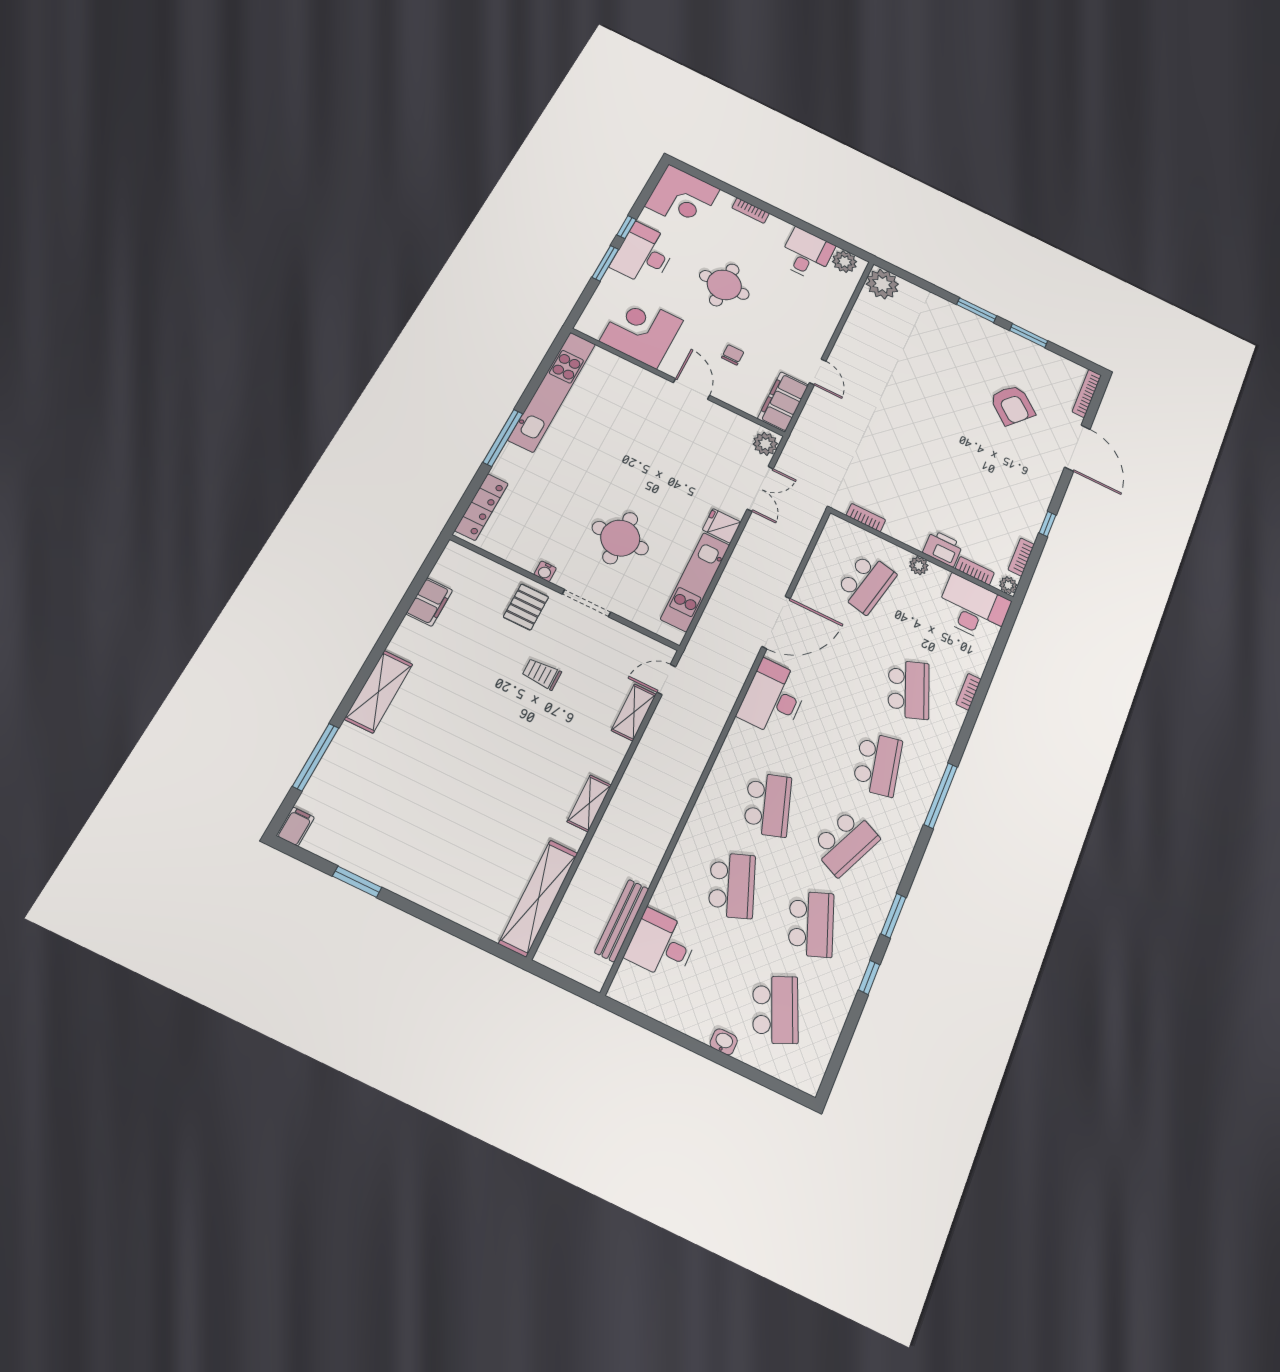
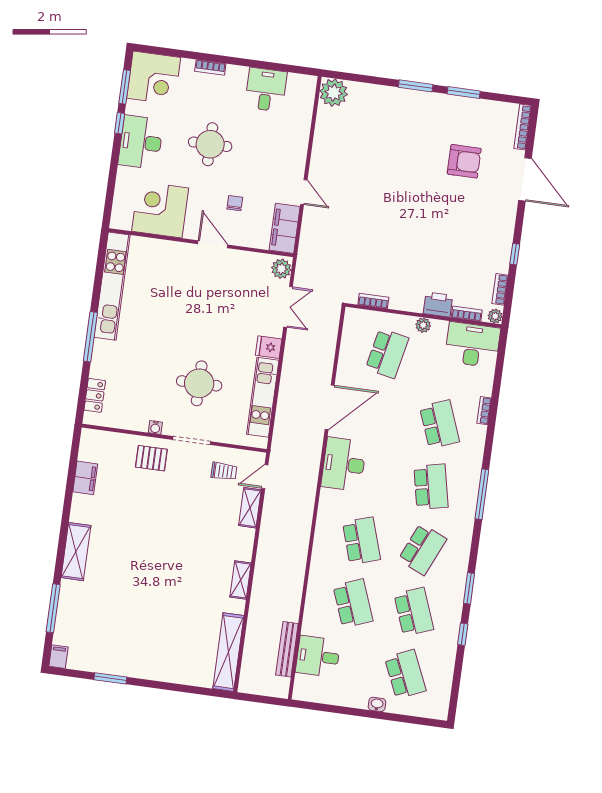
plant: (845, 262) -> (298, 84), removed
window: (605, 263) -> (125, 87), moved
armchair: (1012, 405) -> (464, 161), turned -41
locker: (482, 507) -> (95, 395), width x0.66
pallet: (526, 607) -> (151, 458), turned 90
trolley: (542, 674) -> (224, 471), moved, turned 180

